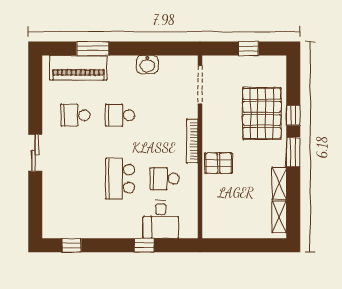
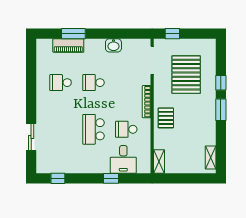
window: (248, 49) -> (172, 34), moved
piano: (78, 68) -> (68, 46), width x0.73, depth x0.75
pallet: (262, 113) -> (186, 75), moved
sliding door: (35, 153) -> (31, 137), moved
pallet: (219, 163) -> (166, 118), turned 90
shelving: (279, 184) -> (159, 161), moved

